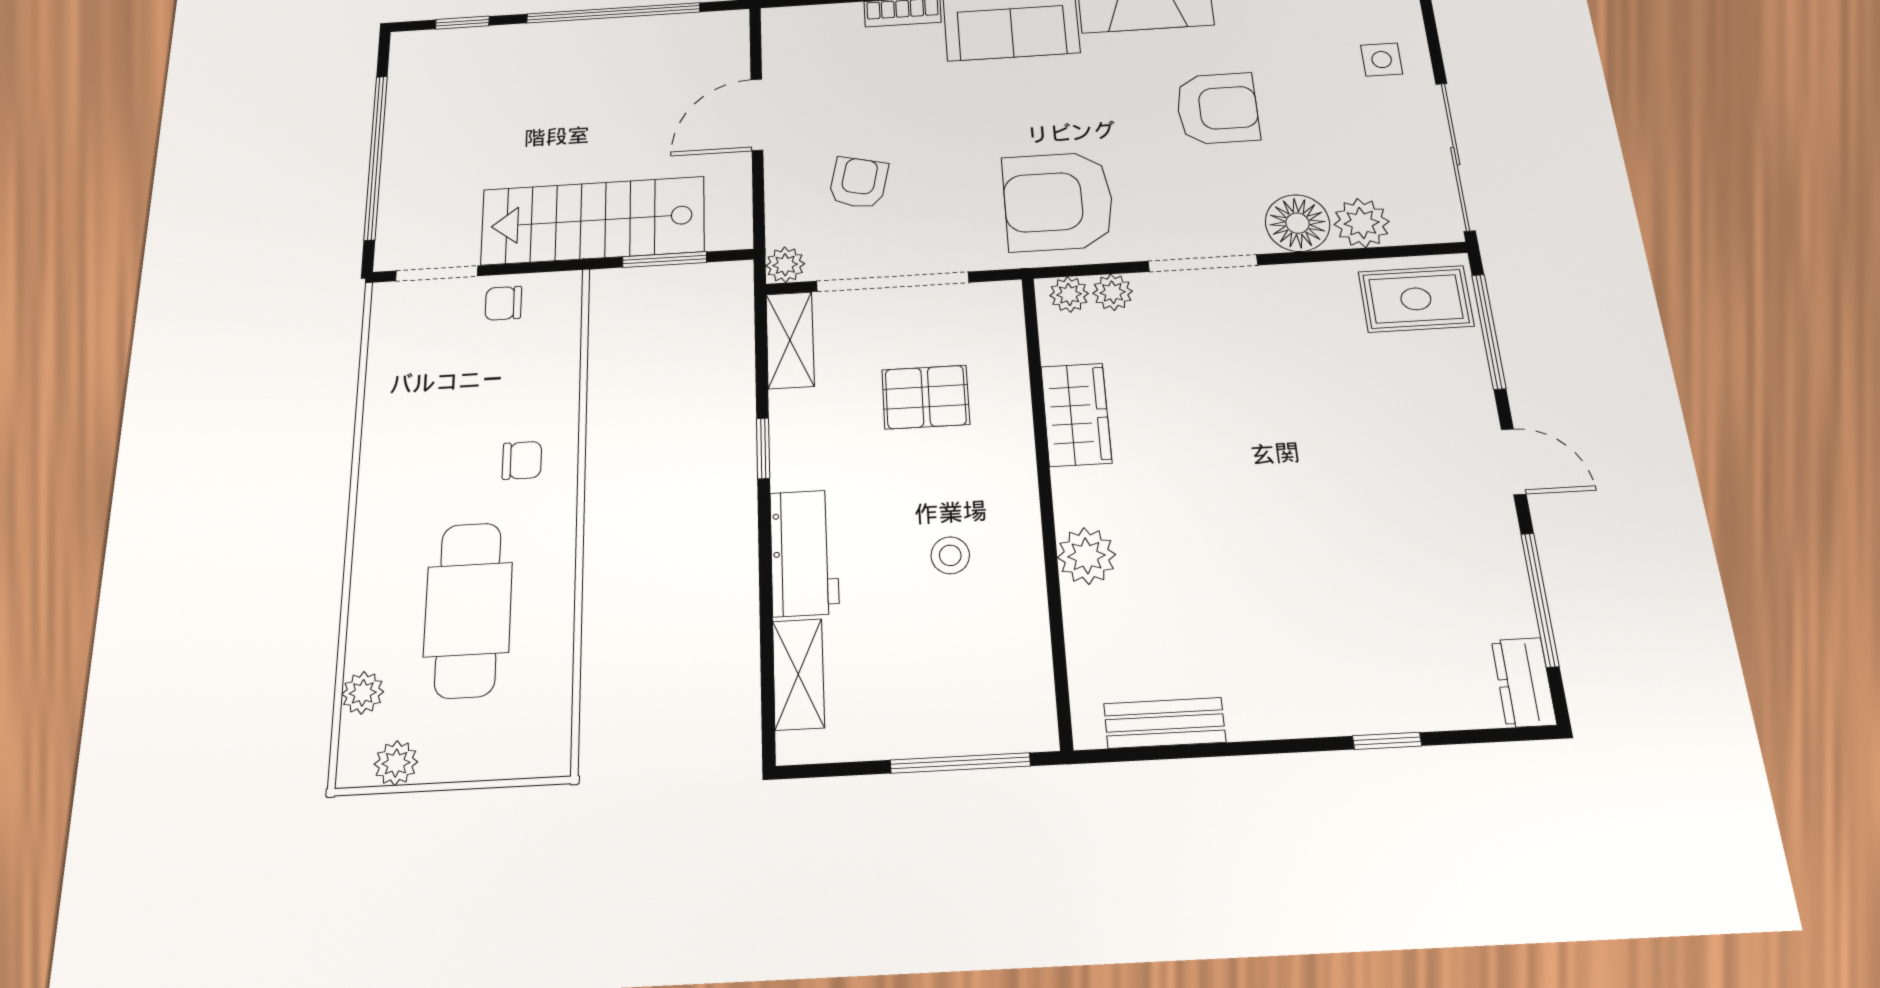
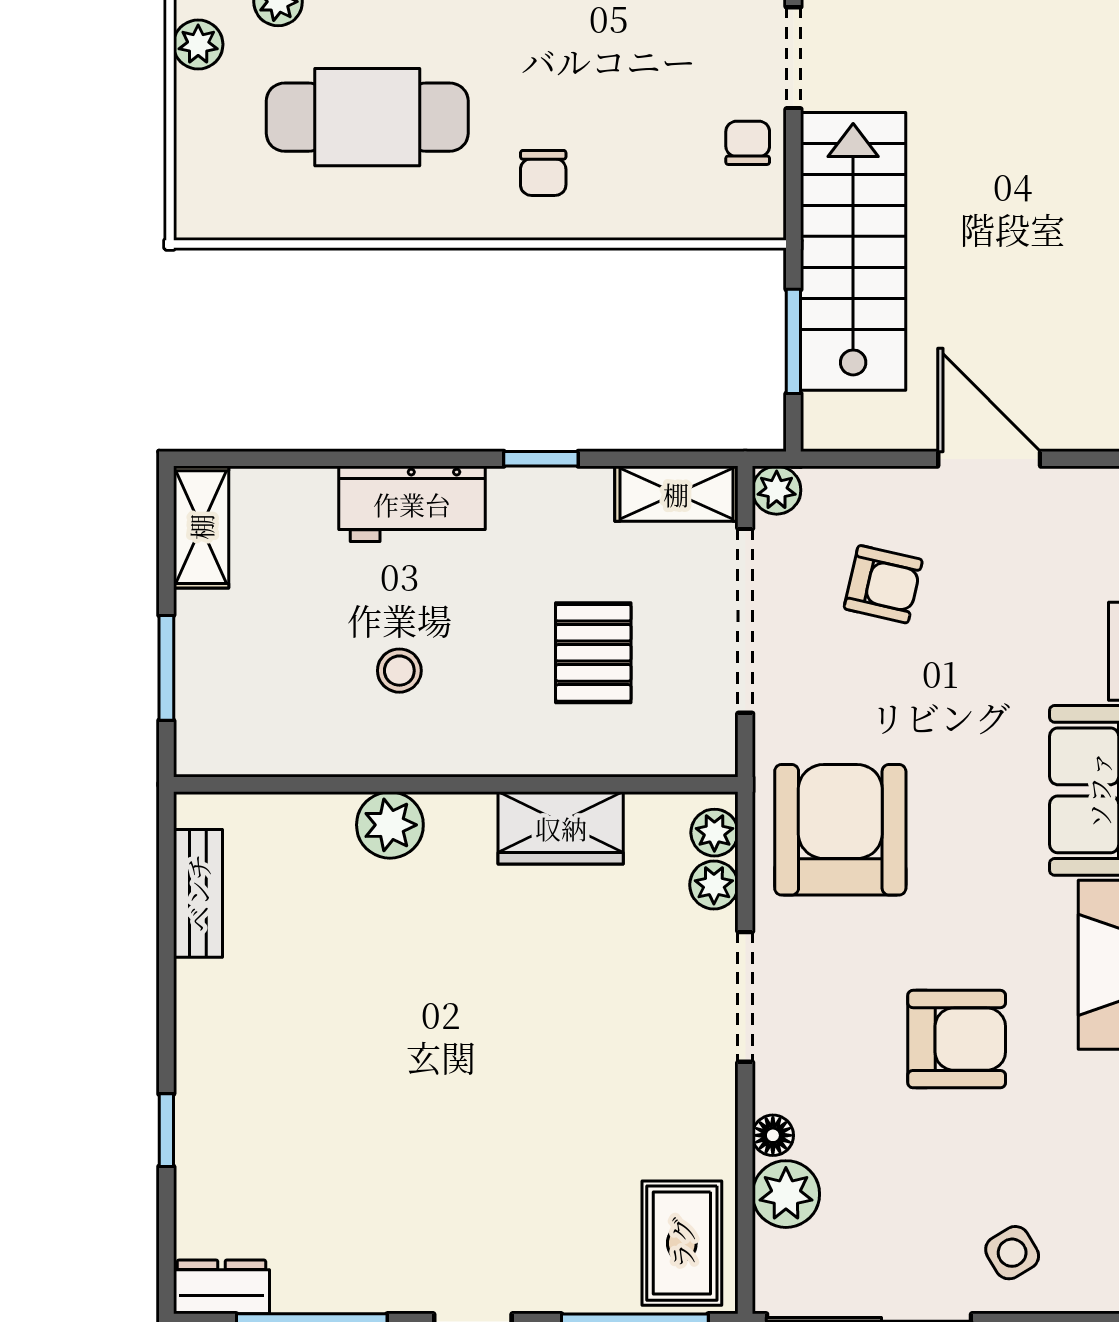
side table: (1382, 60) -> (1012, 1253), turned -31
armchair: (1217, 108) -> (957, 1039), turned -90
floor lamp: (1298, 223) -> (773, 1135), width x0.53, depth x0.53
shelving: (798, 674) -> (201, 527), moved, turned 90
window: (960, 763) -> (166, 668), width x0.69

